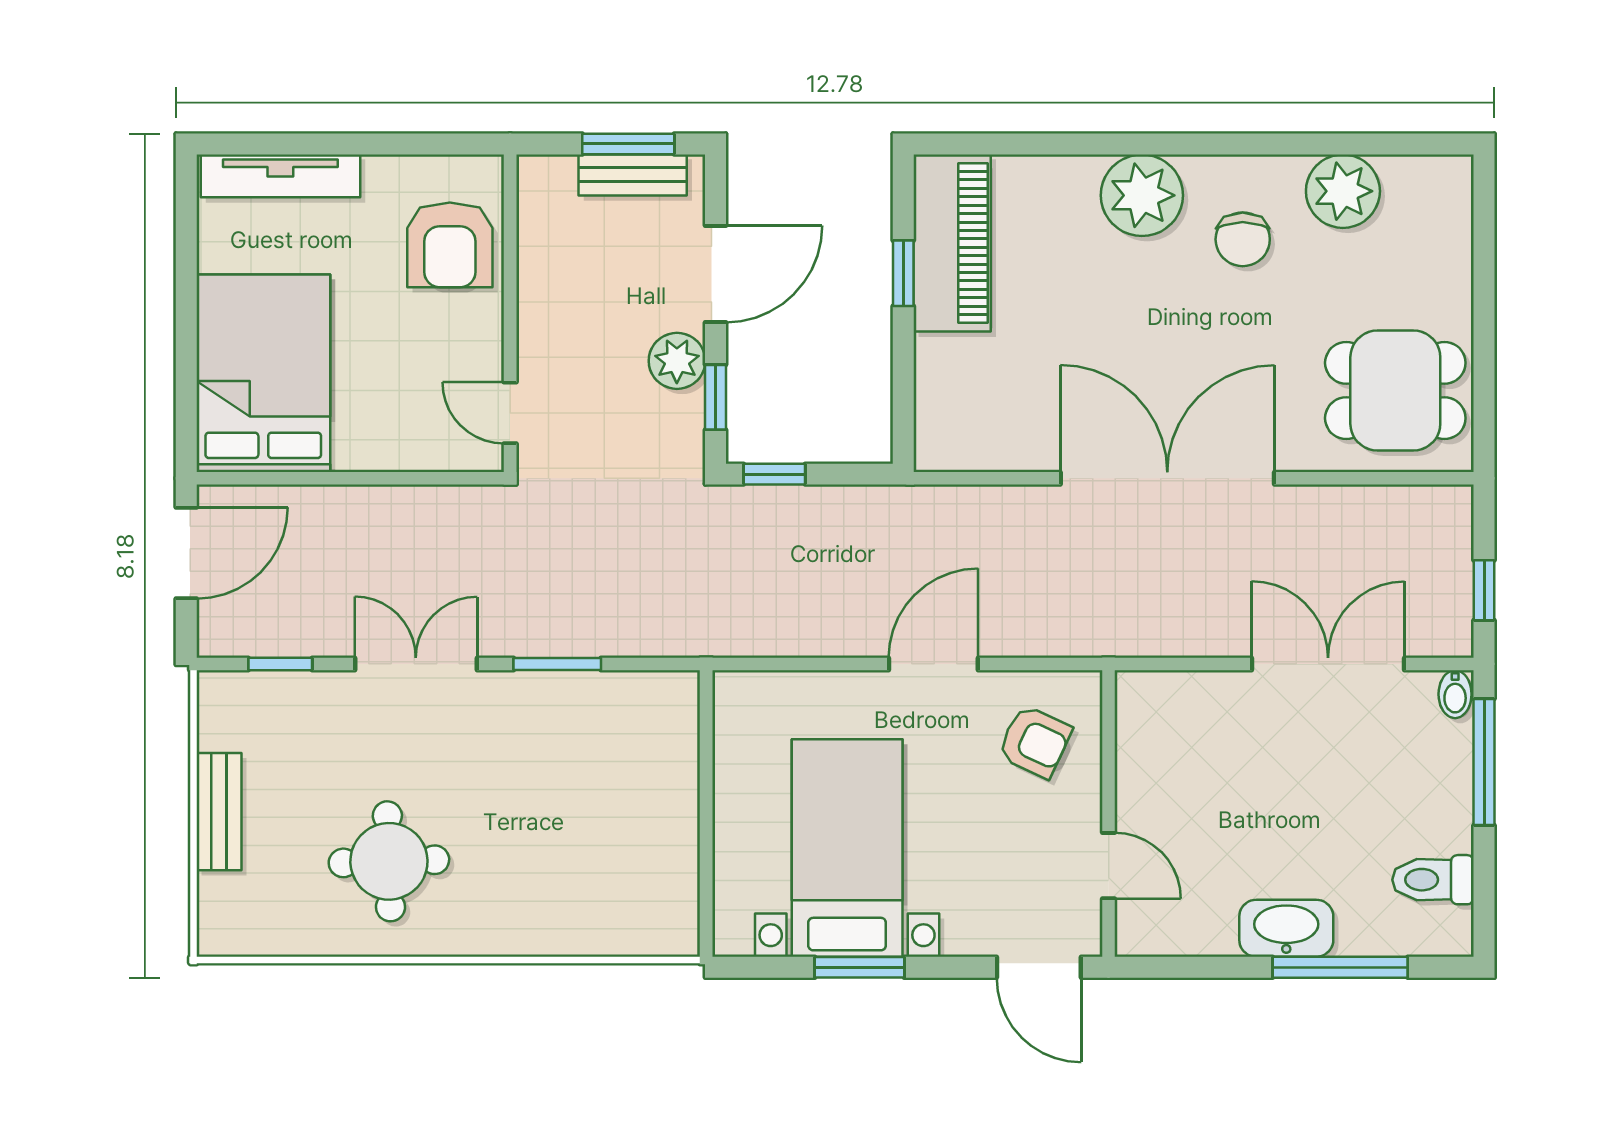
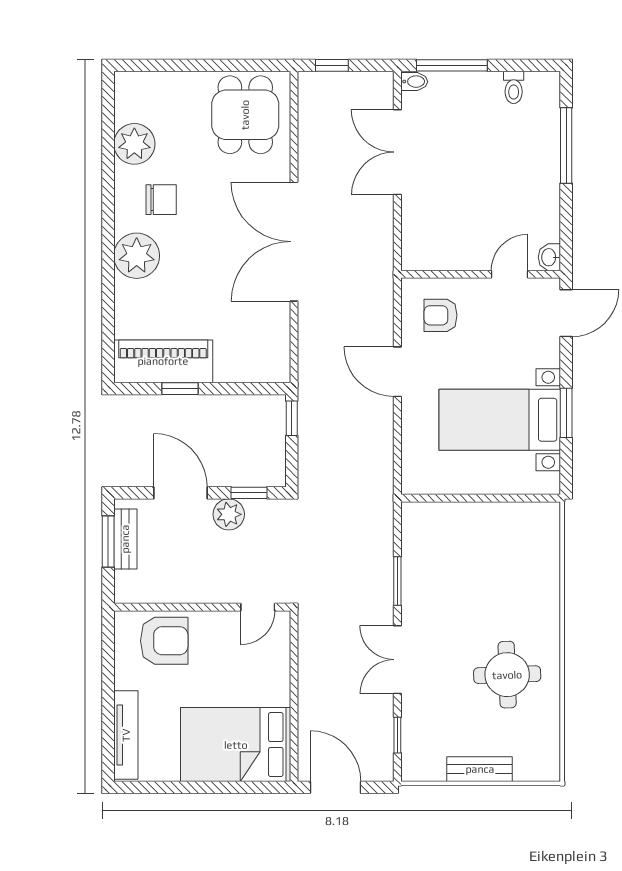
window: (774, 474) -> (292, 418), moved
window: (1484, 590) -> (332, 65), moved
armchair: (1035, 742) -> (441, 315), turned -115
toilet: (1433, 880) -> (514, 87), width x0.73, depth x0.72
washbasin: (1286, 928) -> (549, 257), moved, width x0.52, depth x0.69

